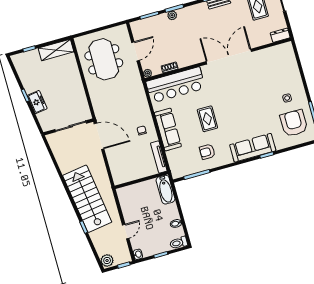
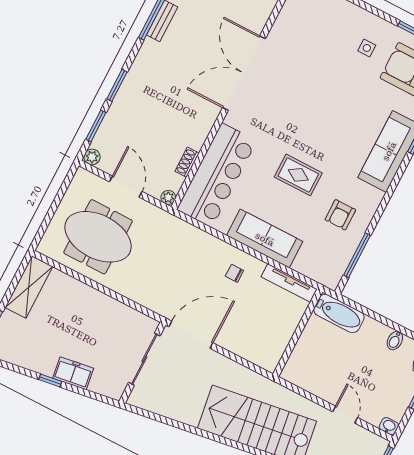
plant: (172, 15) -> (92, 157), moved

